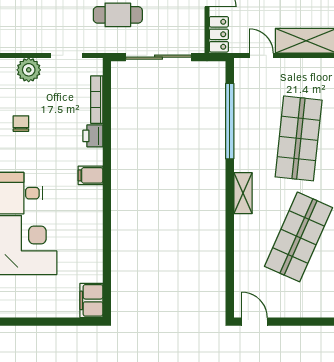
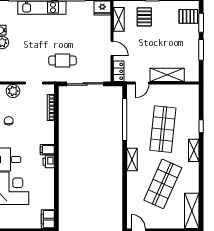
door: (261, 55) -> (142, 83), swing flipped
printer: (93, 136) -> (49, 162), moved

